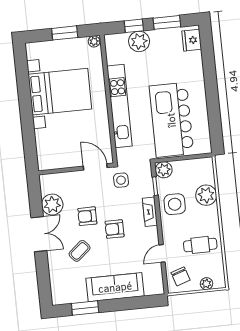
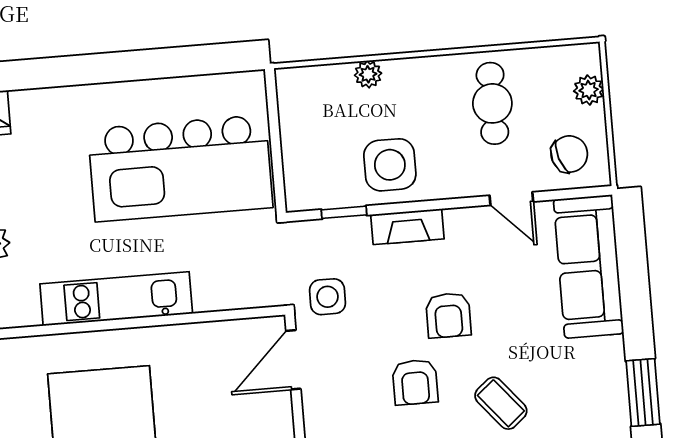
kitchen unit: (120, 106) -> (116, 299), width x0.73
plant: (164, 170) -> (304, 190), removed
plant: (206, 195) -> (368, 74), width x0.53, depth x0.53
sofa: (115, 287) -> (589, 266), moved

